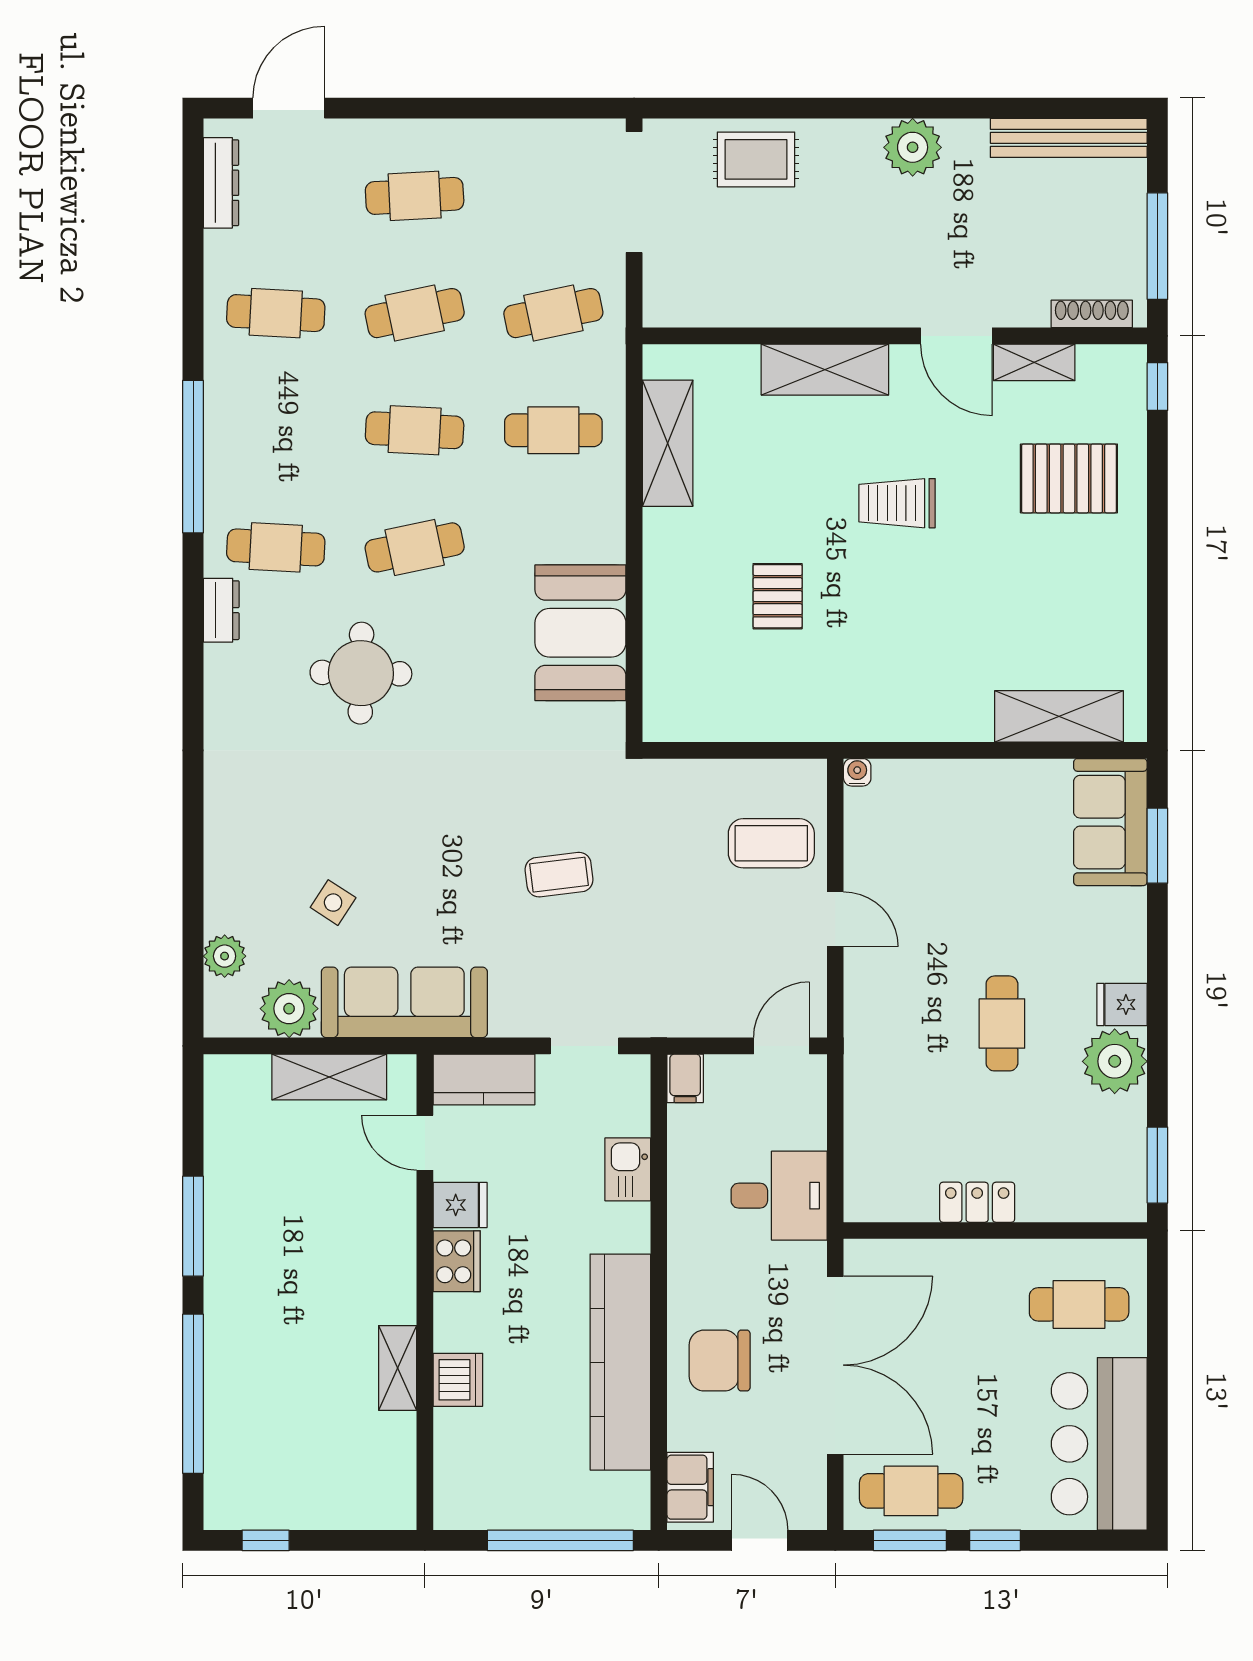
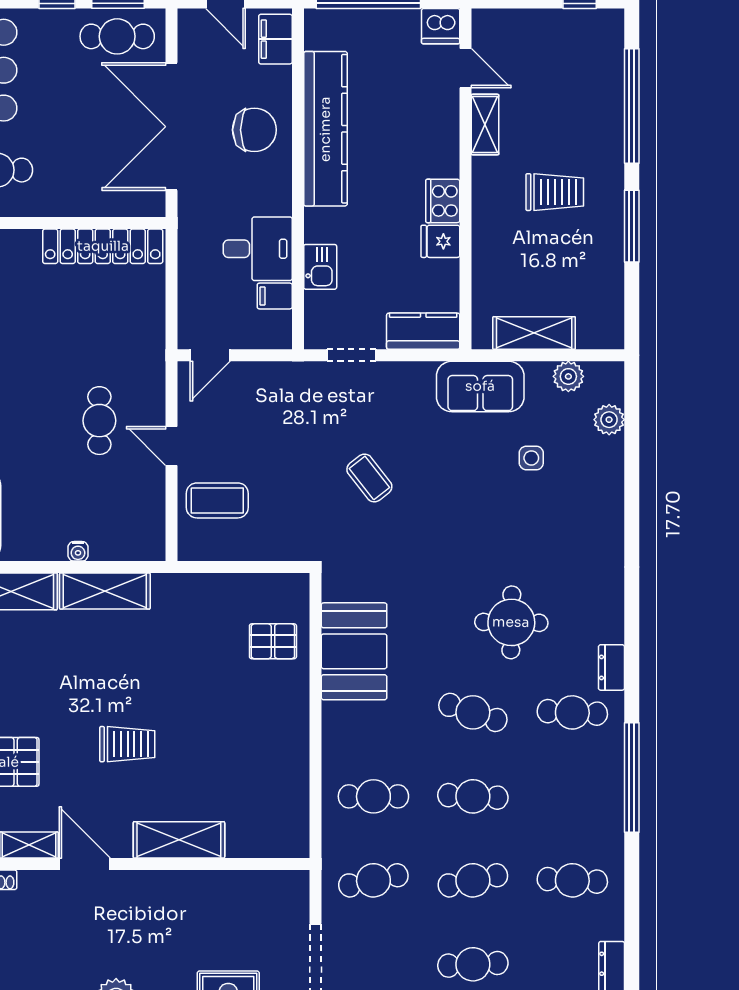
shelving: (668, 443) -> (105, 591), moved, turned 90
cafe table: (415, 547) -> (473, 712), turned 30
pallet: (778, 596) -> (273, 641), moved, turned 90
water cooler: (857, 772) -> (78, 551), moved
coffee table: (559, 875) -> (369, 478), turned 59
side table: (333, 903) -> (531, 458), turned -33
sofa: (404, 1002) -> (480, 386), width x0.73
plant: (289, 1009) -> (568, 376), width x0.73, depth x0.73
cafe table: (1002, 1023) -> (99, 421), moved
filing cabinet: (685, 1078) -> (275, 296), moved, turned -90
door: (425, 1143) -> (466, 68), moved
desk: (779, 1196) -> (258, 249), moved, turned 180
locker: (977, 1202) -> (103, 246), width x2.16, depth x1.21
trolley: (300, 1274) -> (555, 192), added
dishwasher: (458, 1380) -> (441, 26), moved, turned -90

